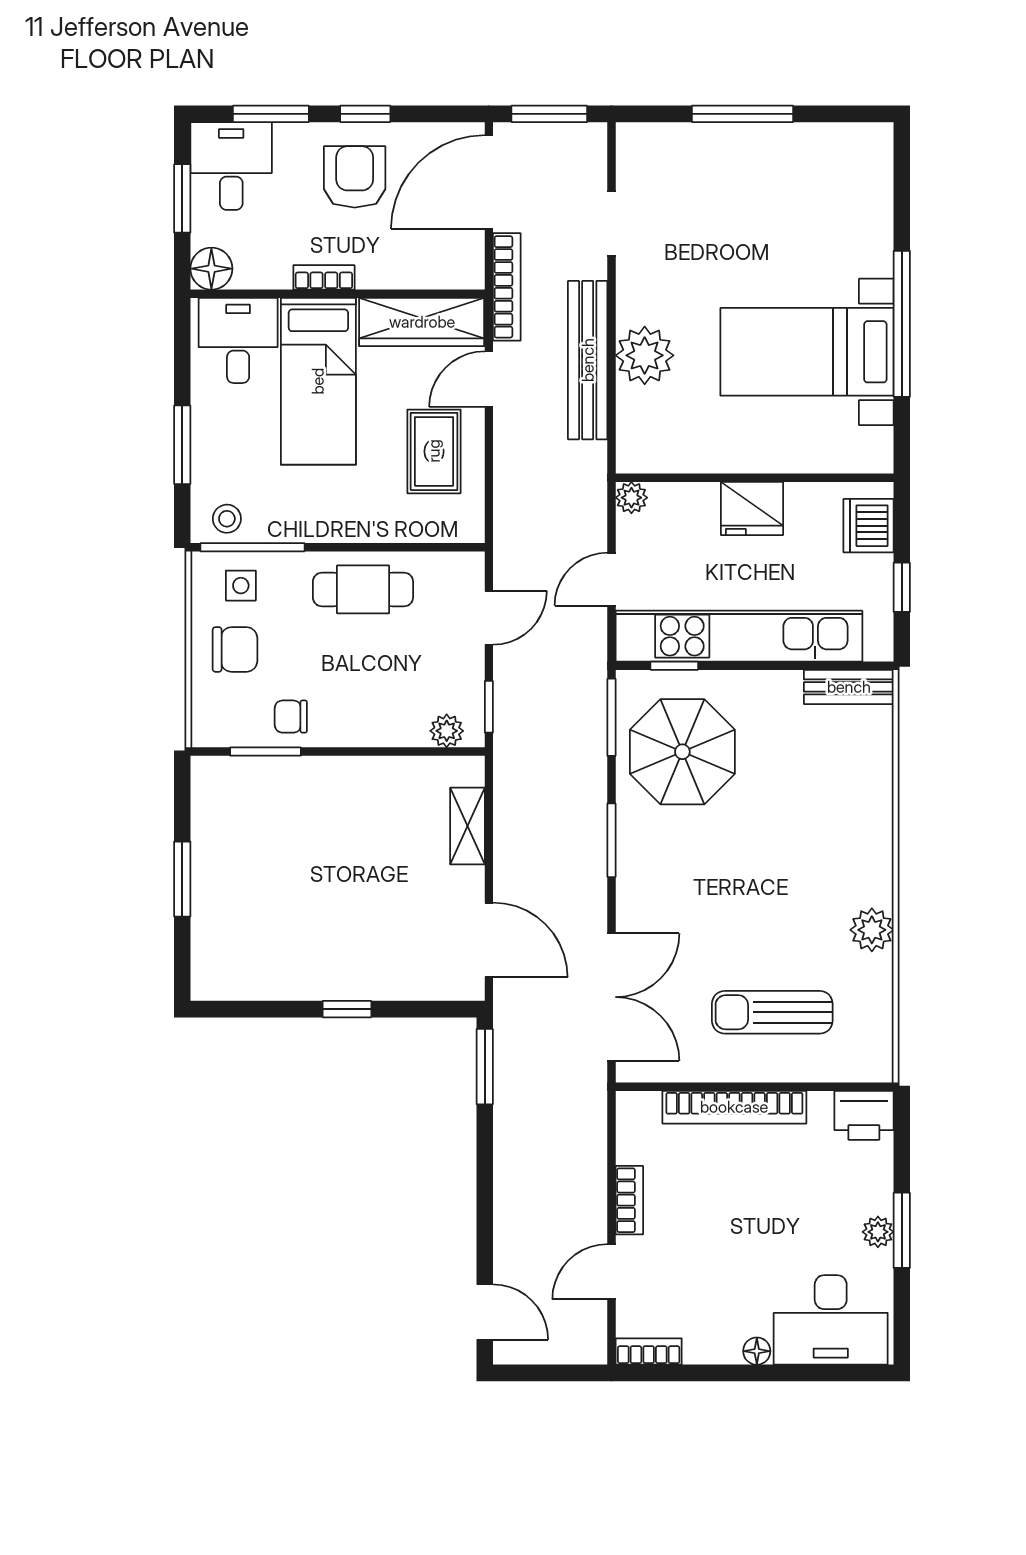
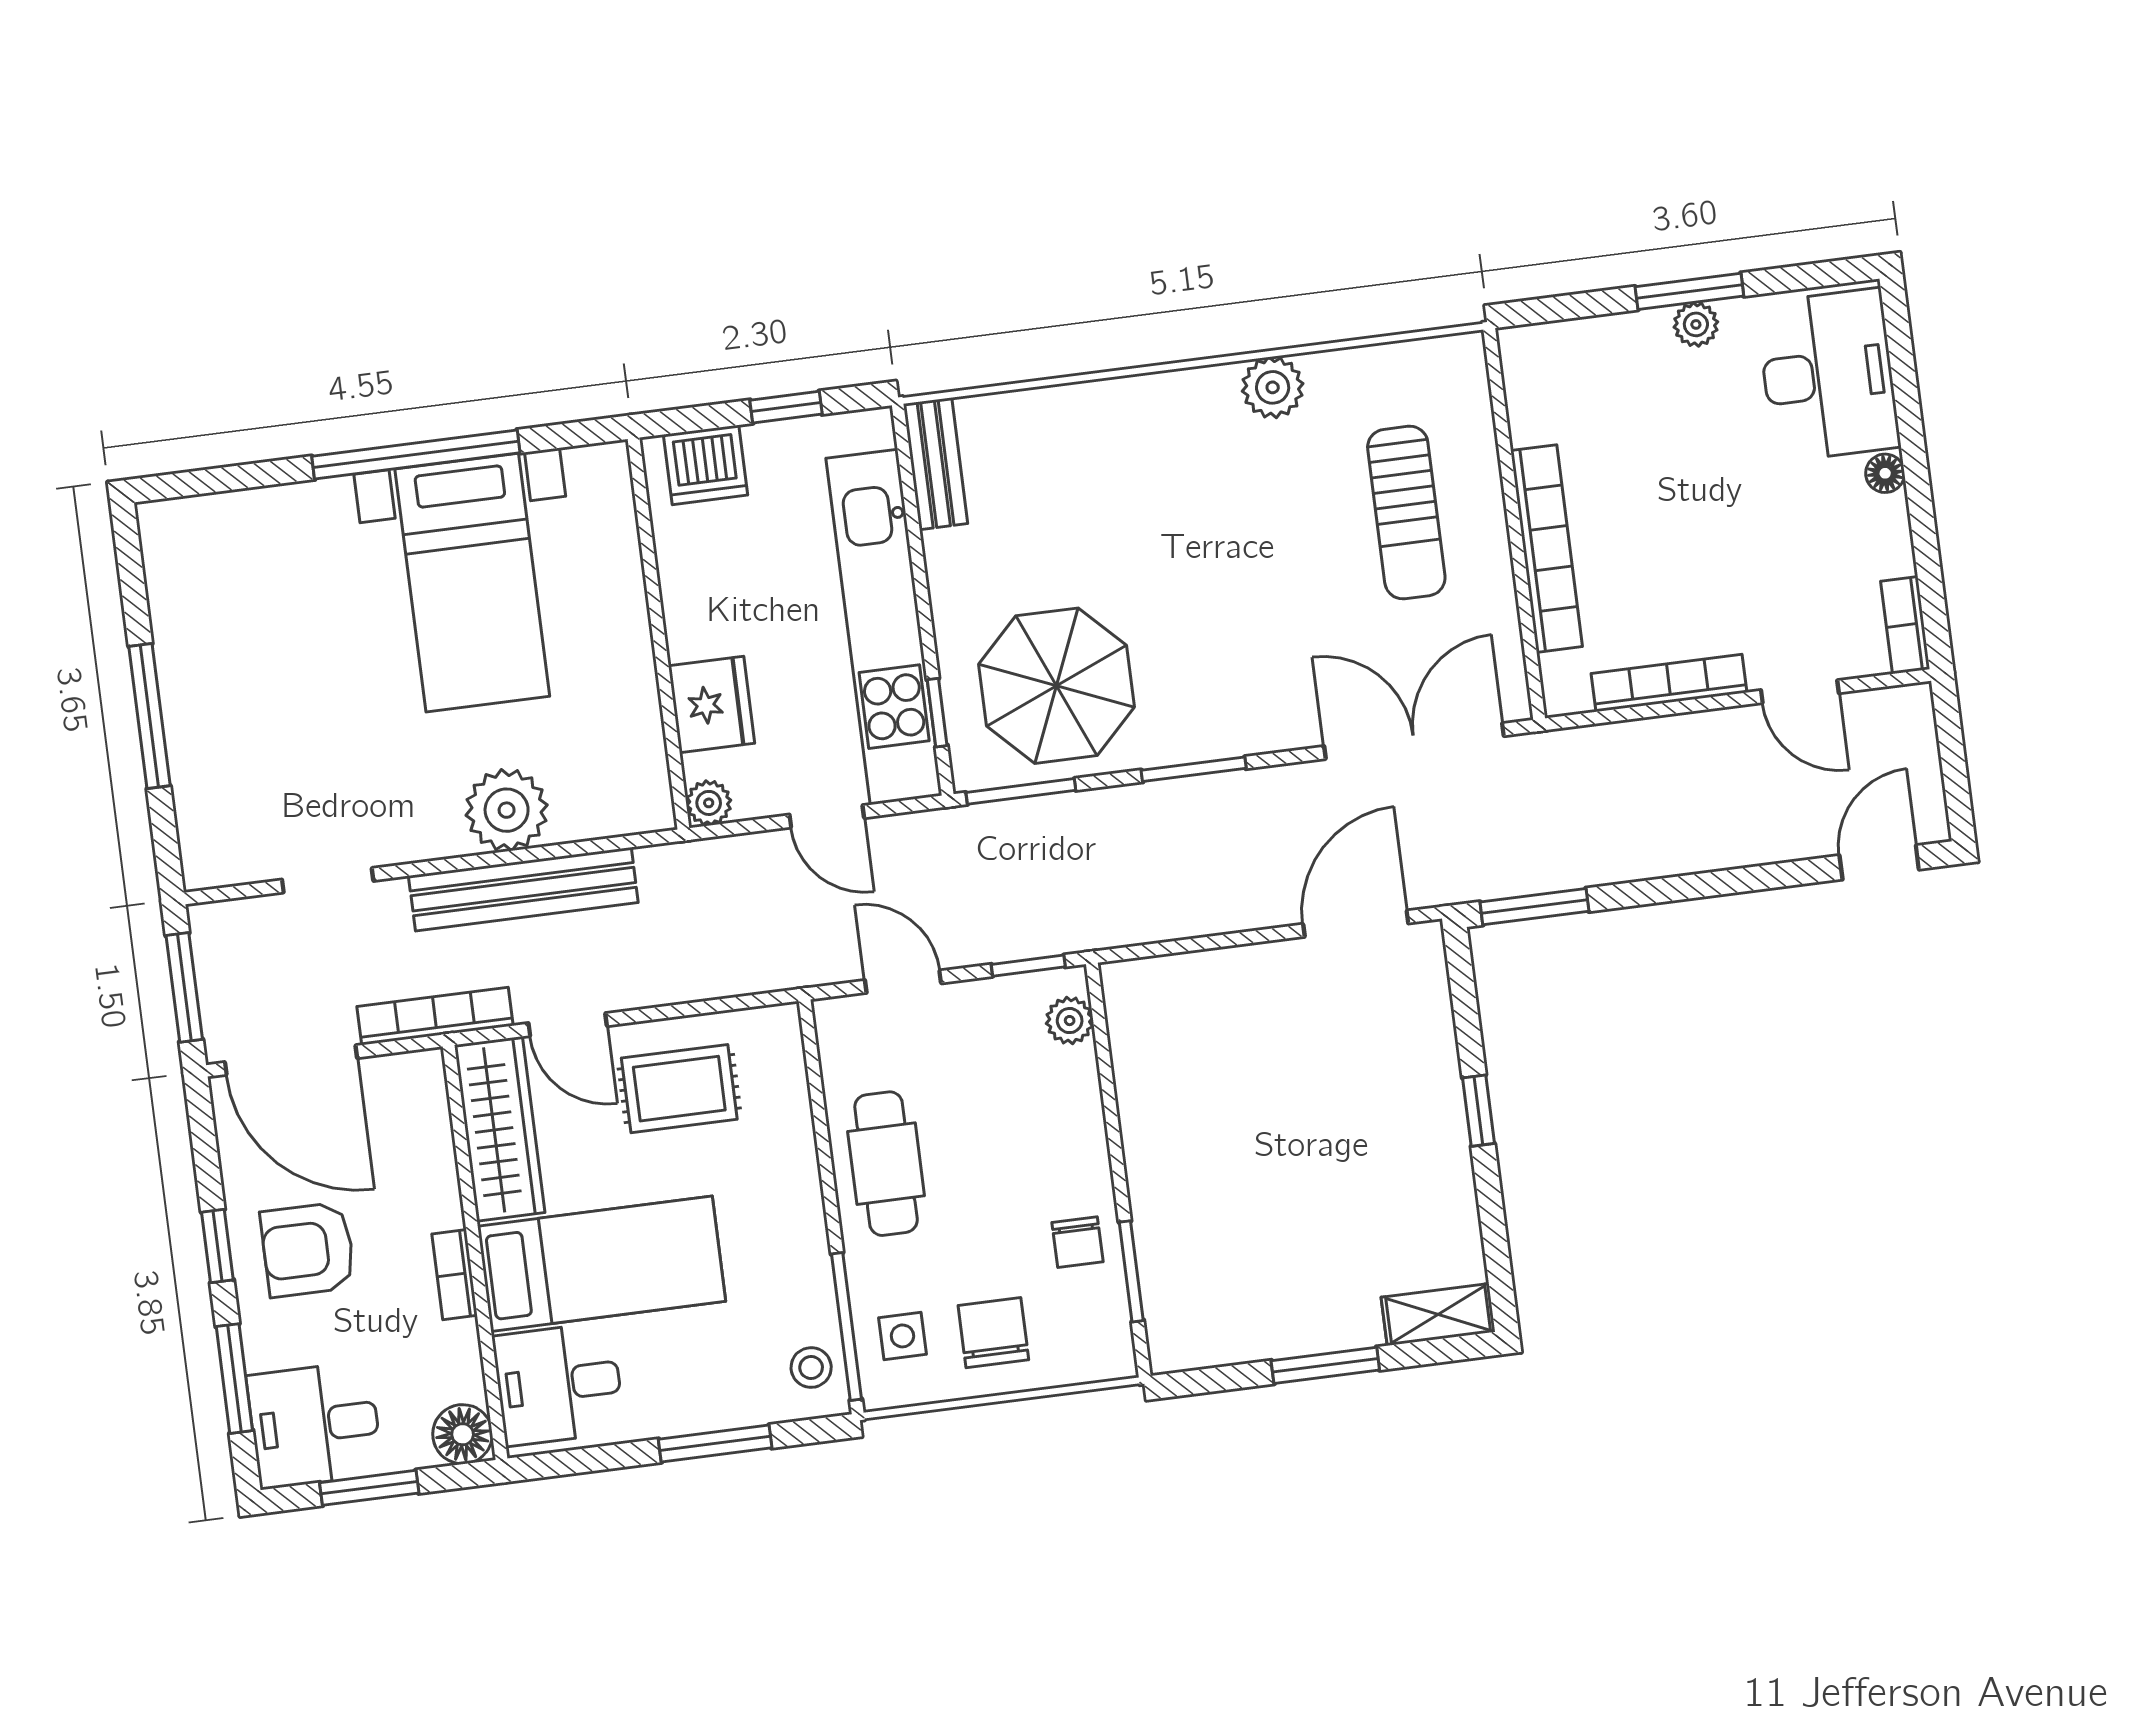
fridge: (752, 508) -> (712, 705), moved
shelving: (468, 826) -> (1438, 1315), moved
printer: (864, 1115) -> (1535, 365), removed
bookcase: (629, 1200) -> (1669, 683), width x1.56

